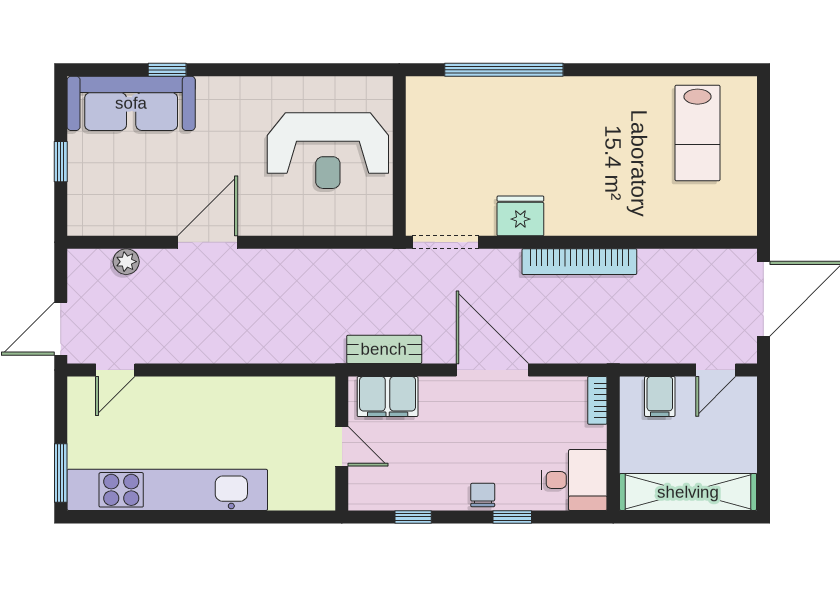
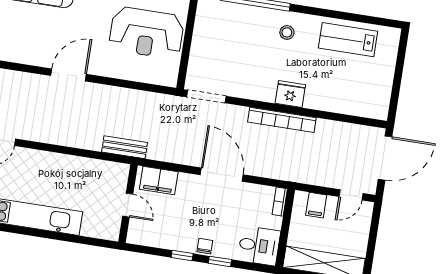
stool: (565, 113) -> (287, 32), added
lab bench: (698, 133) -> (348, 40), moved, turned 90
fridge: (520, 216) -> (290, 94), moved
plant: (126, 262) -> (20, 79), removed
bench: (384, 349) -> (125, 147), moved
window: (413, 517) -> (182, 256), moved

